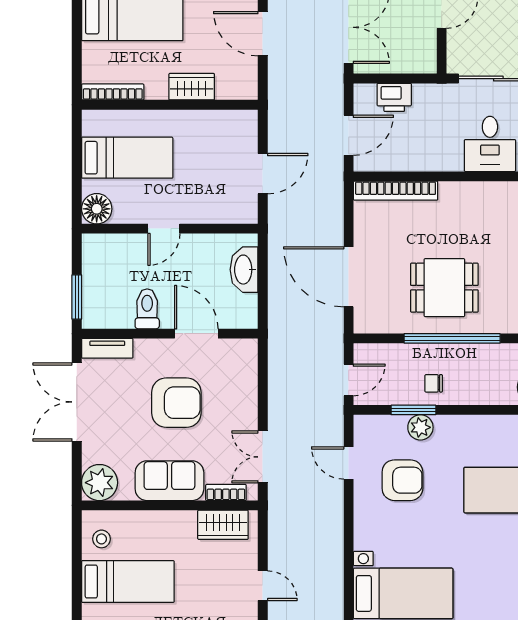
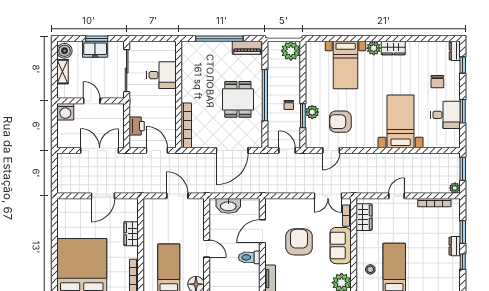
armchair: (402, 480) -> (340, 122), turned -90
stool: (101, 539) -> (370, 269), moved

